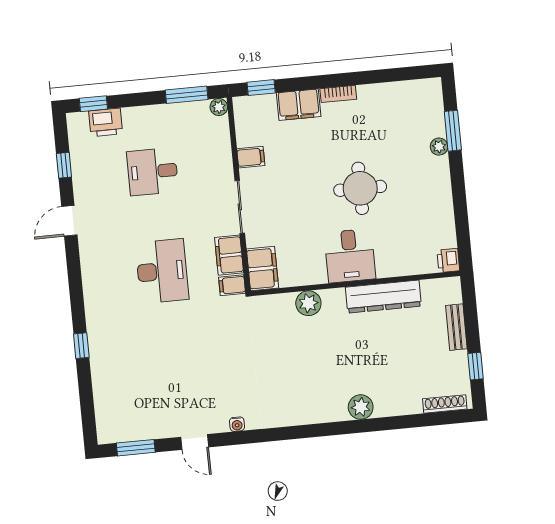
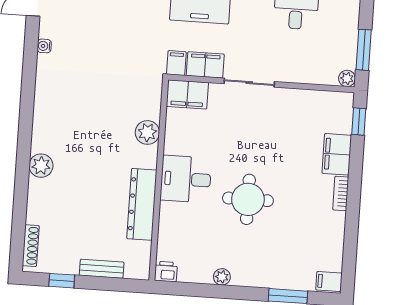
plant: (439, 147) -> (222, 277), moved
filing cabinet: (251, 157) -> (329, 281), moved, turned 90

